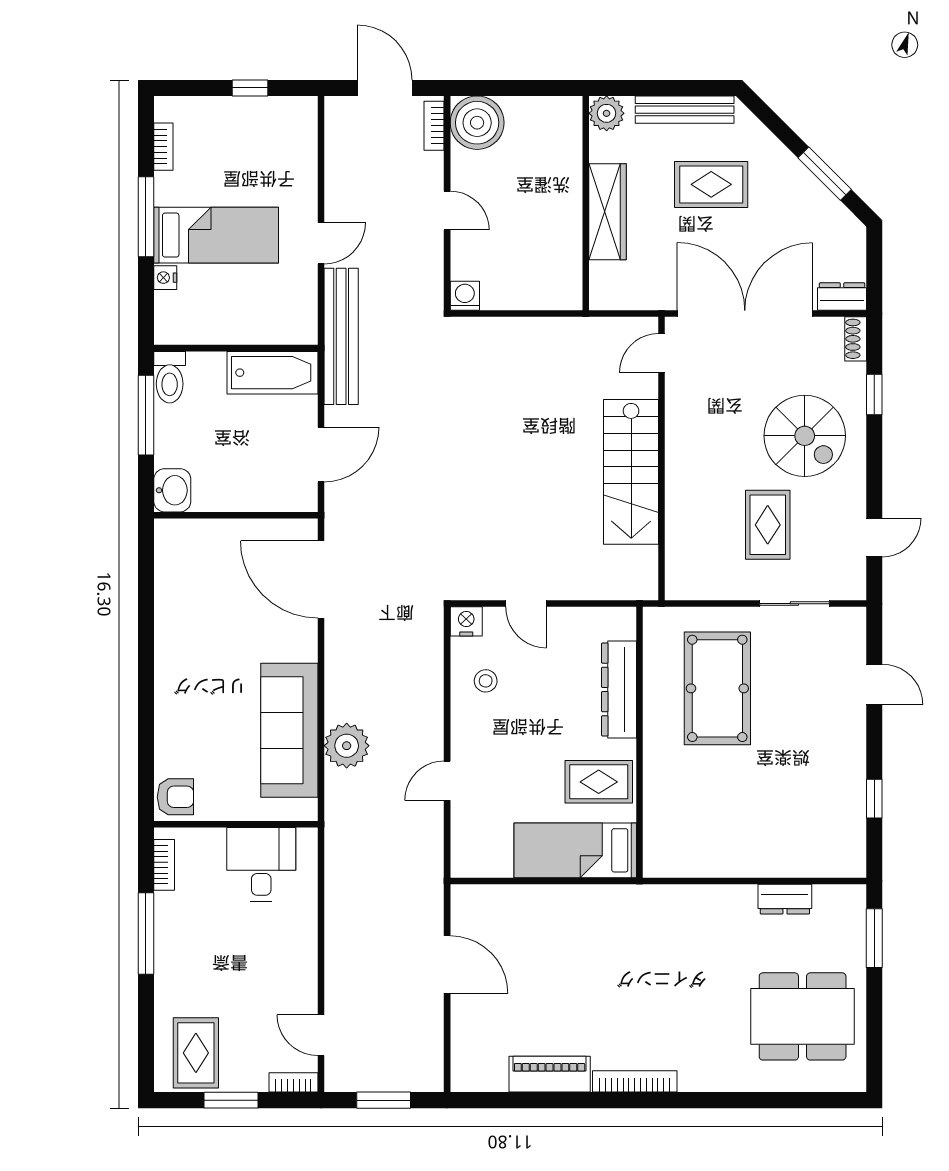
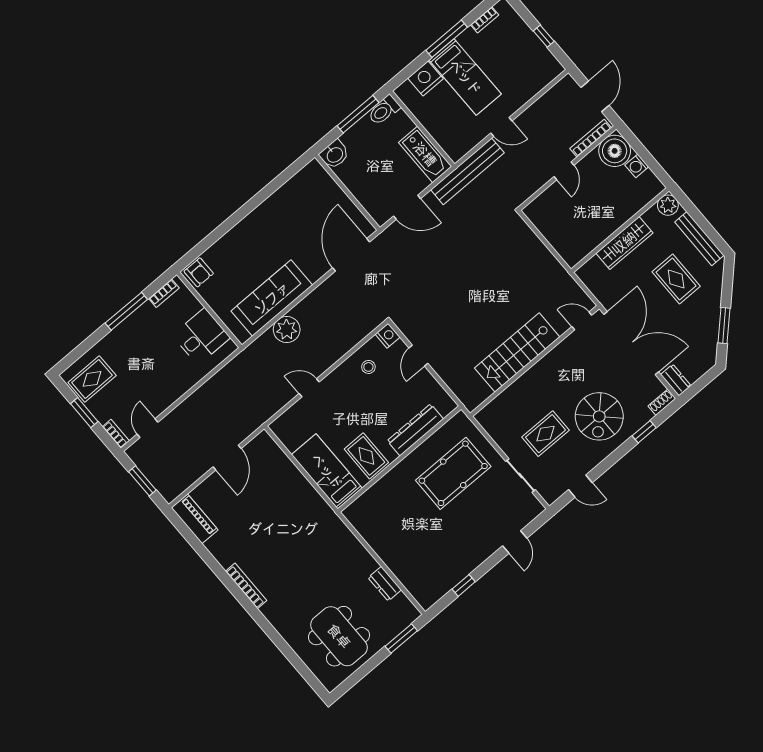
bookcase: (434, 126) -> (591, 138), width x1.56
nightstand: (165, 278) -> (425, 78), width x1.89, depth x1.79
washing machine: (465, 296) -> (637, 166), moved, turned 180
piano: (550, 1074) -> (195, 519), moved

